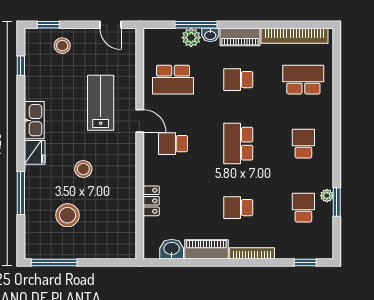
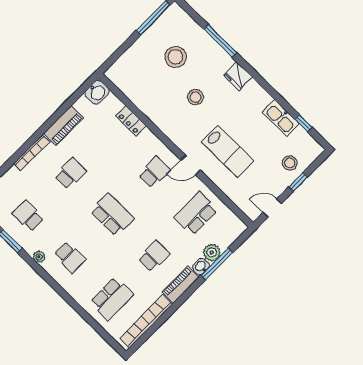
window: (48, 25) -> (298, 182), moved
kitchen sink: (34, 120) -> (281, 118), moved
plant: (327, 196) -> (39, 257), moved
school desk: (303, 208) -> (28, 216), turned 180
washbasin: (172, 249) -> (97, 92), moved

